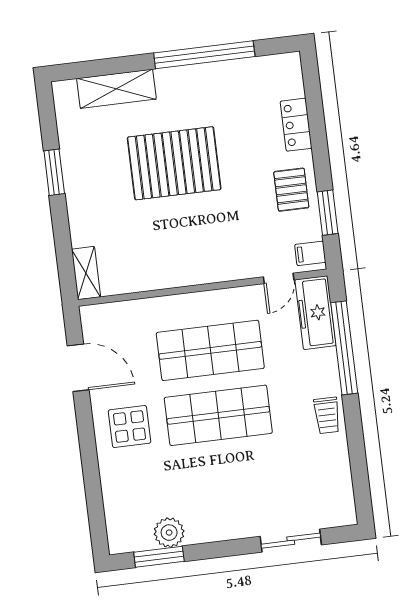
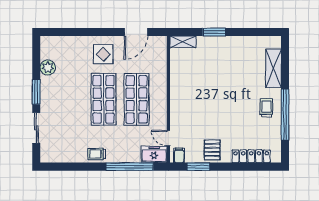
trolley: (196, 93) -> (266, 108), added
locker: (296, 125) -> (251, 156), width x1.53
pallet: (174, 163) -> (233, 93), removed
window: (54, 172) -> (214, 32), moved
pallet: (291, 190) -> (212, 150), turned 90
freezer: (316, 313) -> (154, 154), width x0.71
window: (159, 557) -> (36, 92), moved

